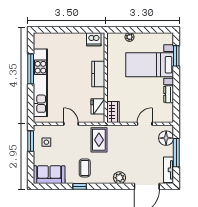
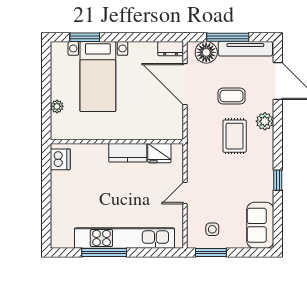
kitchen counter: (98, 74) -> (128, 153), moved
dresser: (169, 94) -> (171, 49), moved
wardrobe: (113, 112) -> (168, 131), removed
door: (145, 124) -> (185, 84), width x1.88
rug: (99, 140) -> (235, 136), moved, turned 90
coffee table: (85, 168) -> (232, 96), moved
tv unit: (169, 170) -> (245, 49), width x1.41

